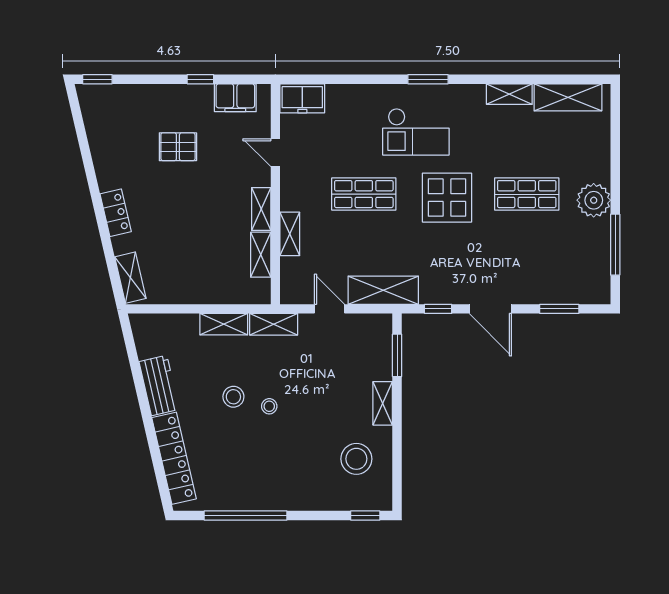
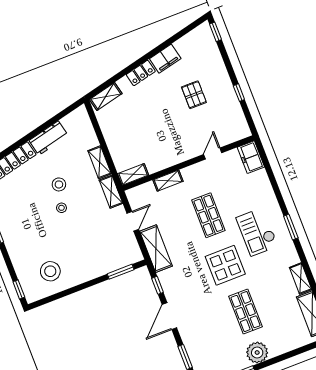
filing cabinet: (235, 98) -> (165, 59), moved, turned -103
shelving: (261, 209) -> (176, 158), removed
shelving: (261, 255) -> (133, 174), moved
shelving: (383, 403) -> (89, 274), removed

